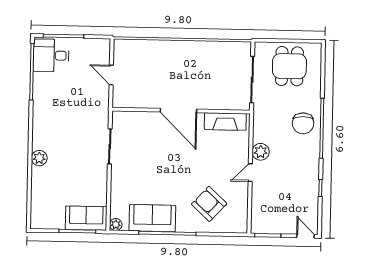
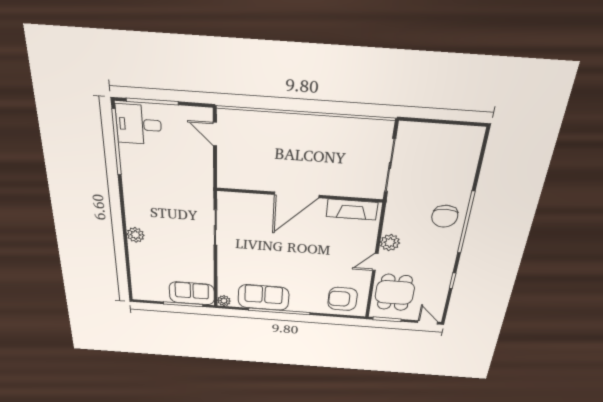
dining table: (289, 66) -> (395, 292), moved
door: (111, 75) -> (215, 134), moved
door: (178, 110) -> (297, 195), hinge flipped
armchair: (209, 204) -> (343, 299), moved, turned -43

